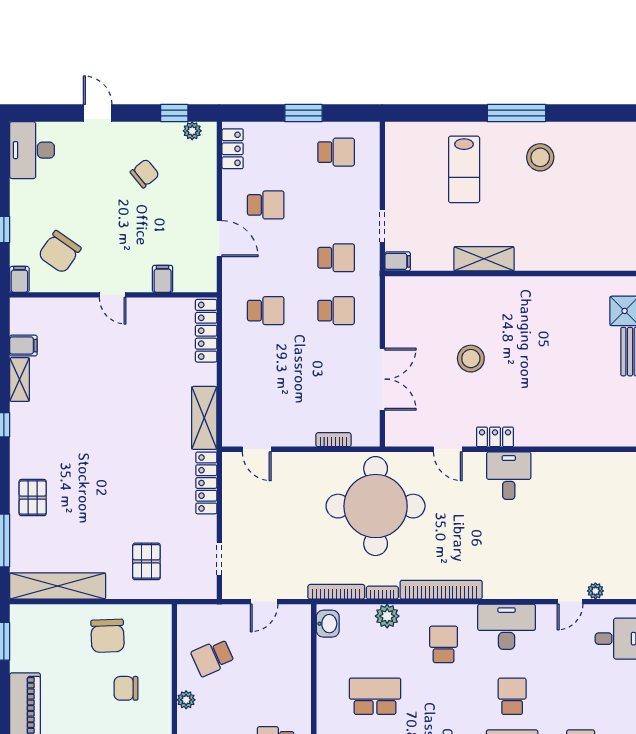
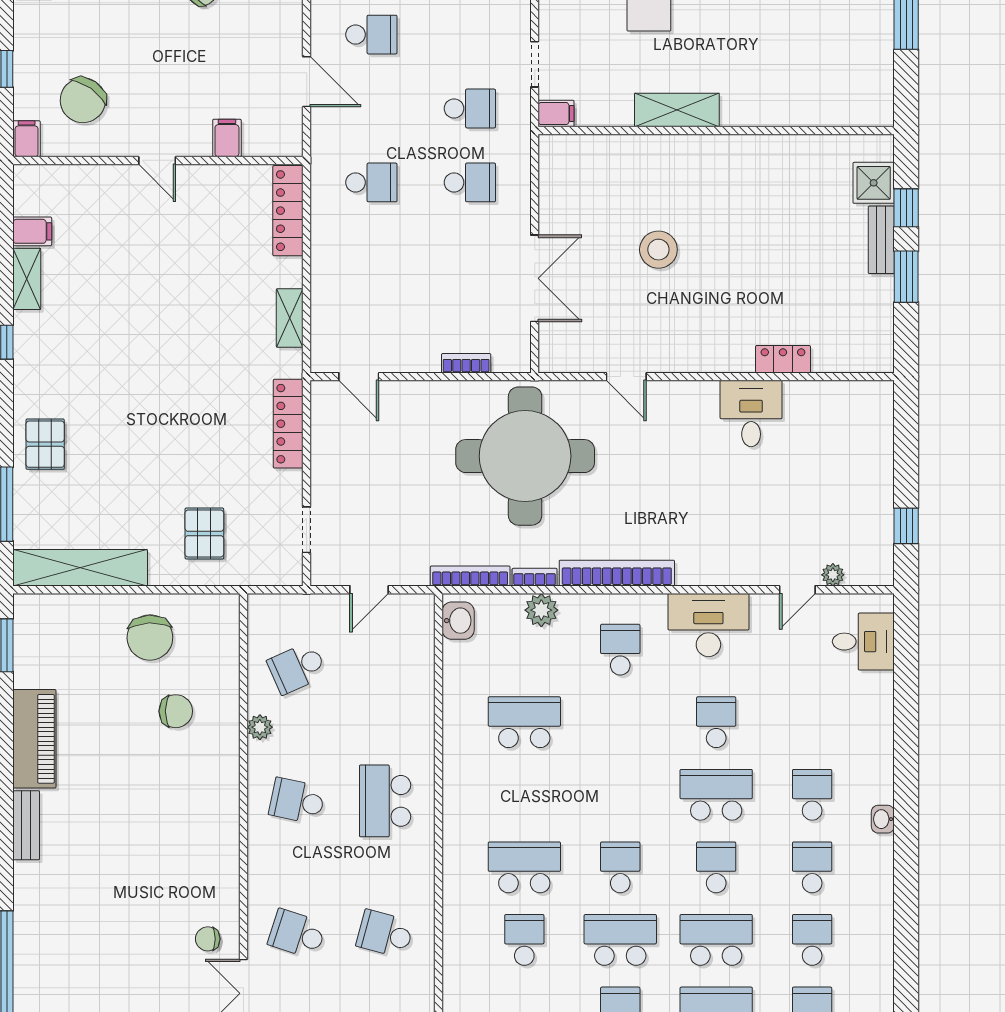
shelving: (204, 418) -> (290, 318), width x0.67, depth x0.75
locker: (495, 437) -> (783, 359), moved
desk: (509, 476) -> (751, 413), moved
chair: (126, 688) -> (176, 711), turned 180

